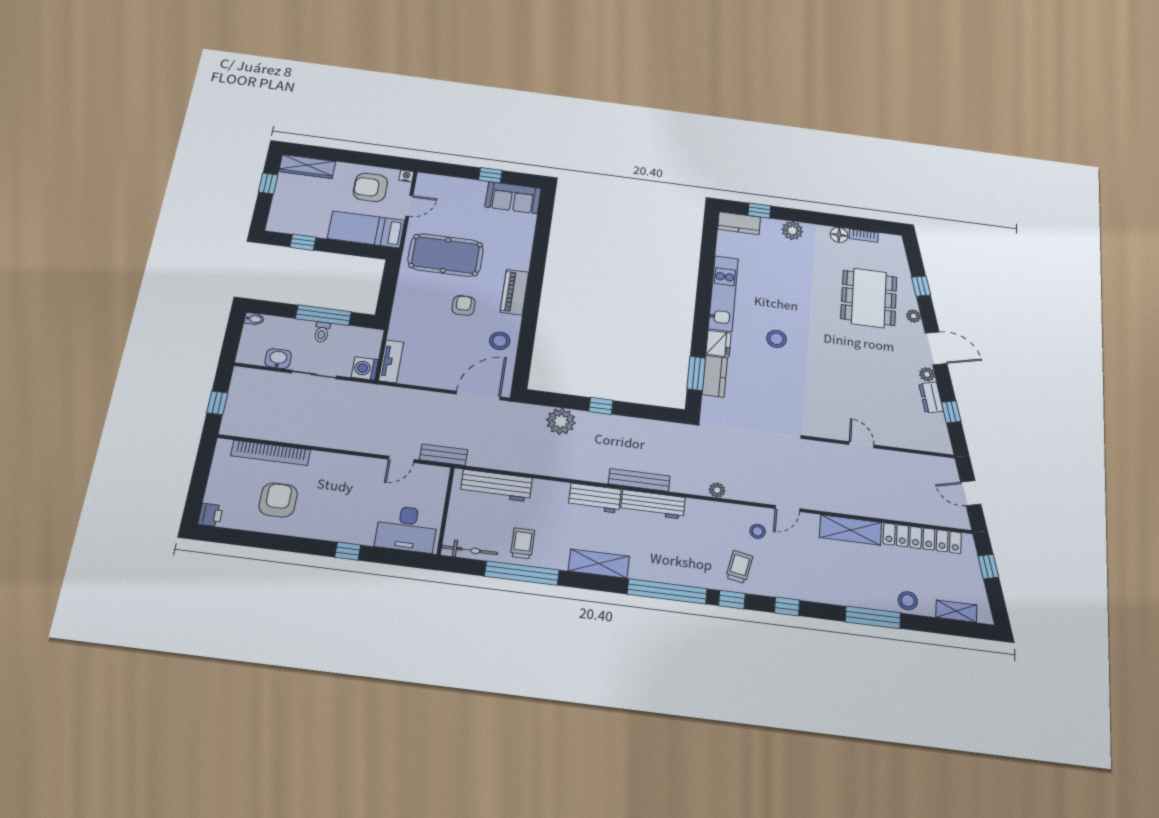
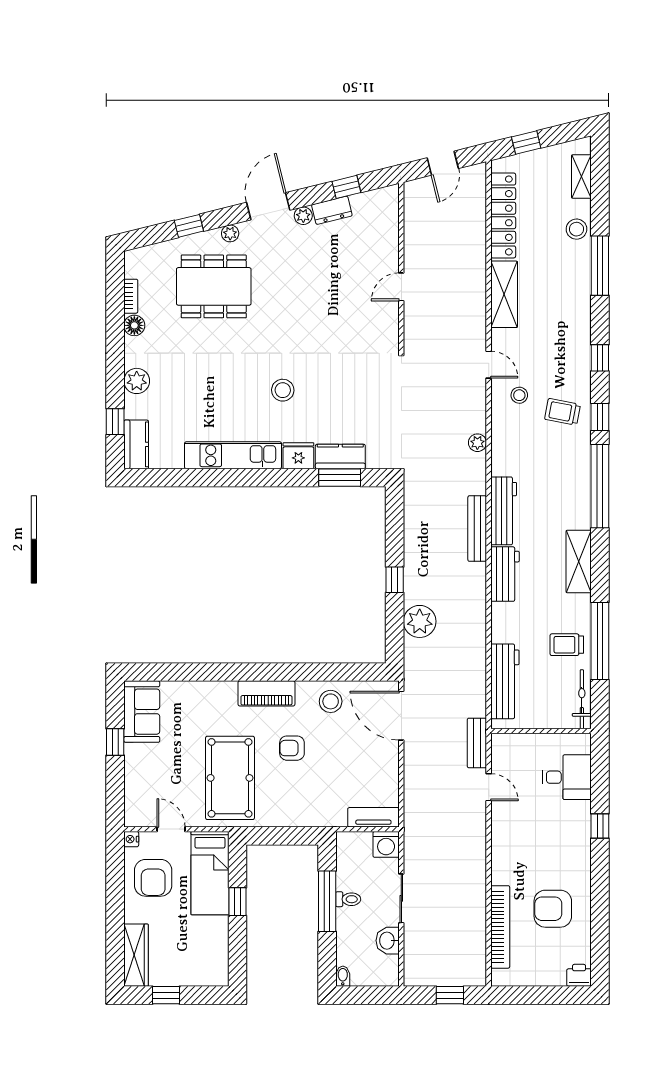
window: (303, 242) -> (237, 902), moved
desk: (407, 529) -> (567, 777), width x0.73

